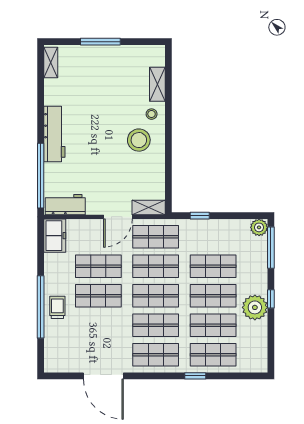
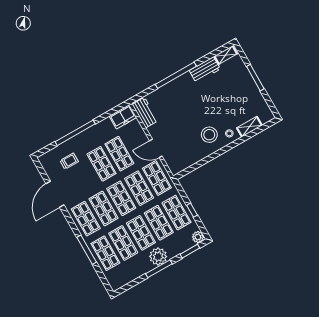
workbench: (54, 134) -> (205, 70), moved, width x0.73
window: (41, 176) -> (176, 75), moved
shelving: (149, 208) -> (172, 164), removed
window: (200, 216) -> (192, 210), moved
shop shelf: (213, 237) -> (177, 213), added
window: (271, 248) -> (190, 251), width x0.69
window: (271, 299) -> (159, 269), width x2.17
trolley: (57, 307) -> (69, 161), moved
plant: (255, 307) -> (158, 256), moved
window: (195, 376) -> (87, 250), width x2.17

